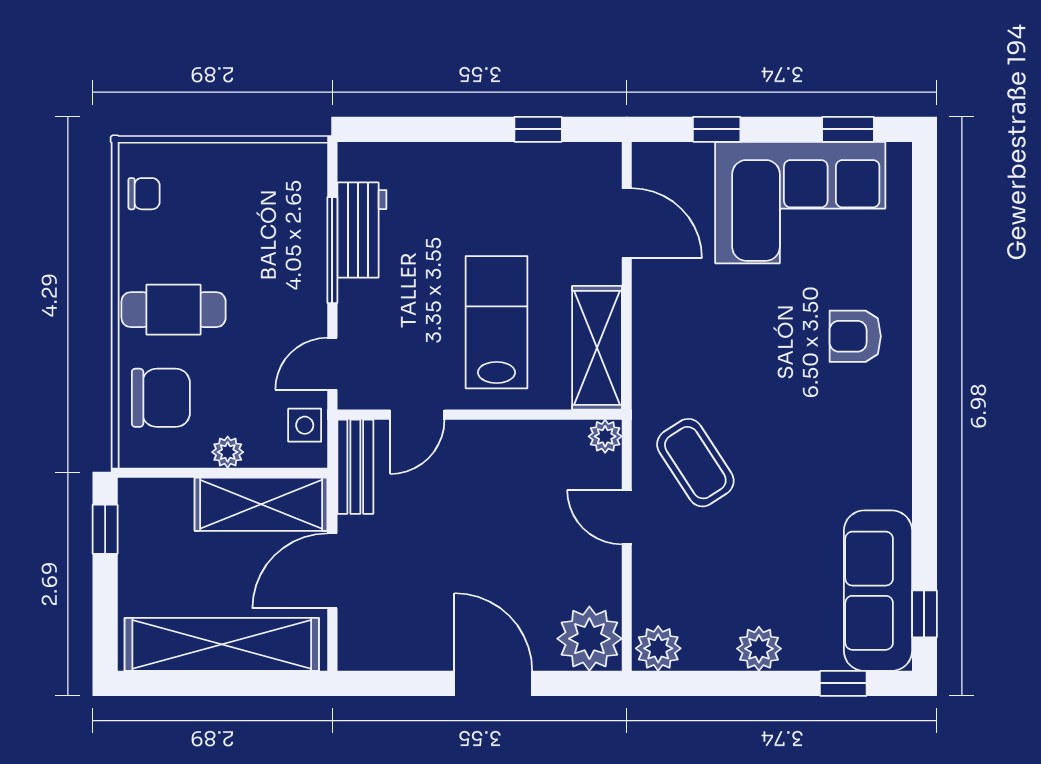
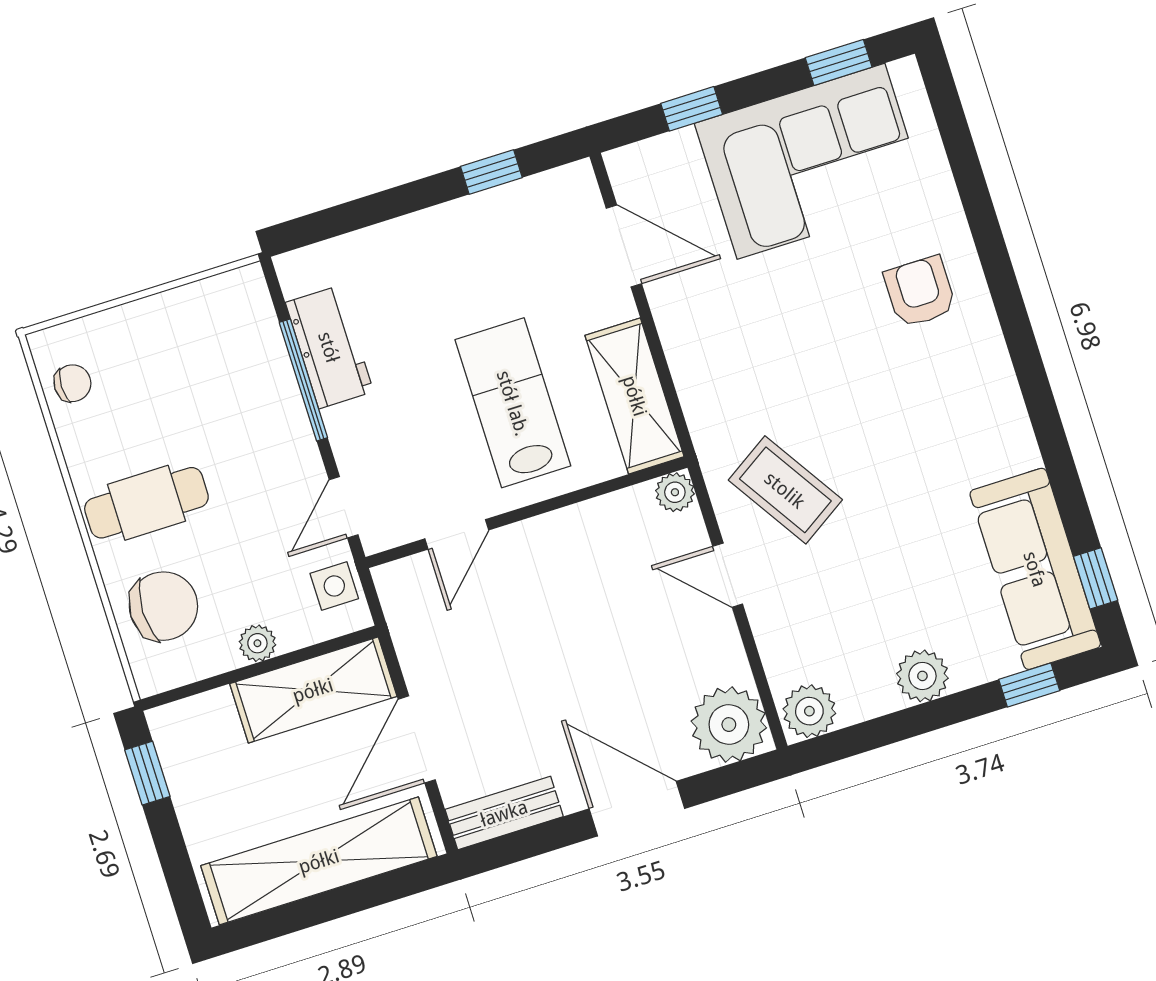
armchair: (855, 336) -> (920, 292), turned 90
bench: (355, 467) -> (504, 813), moved, turned 90

